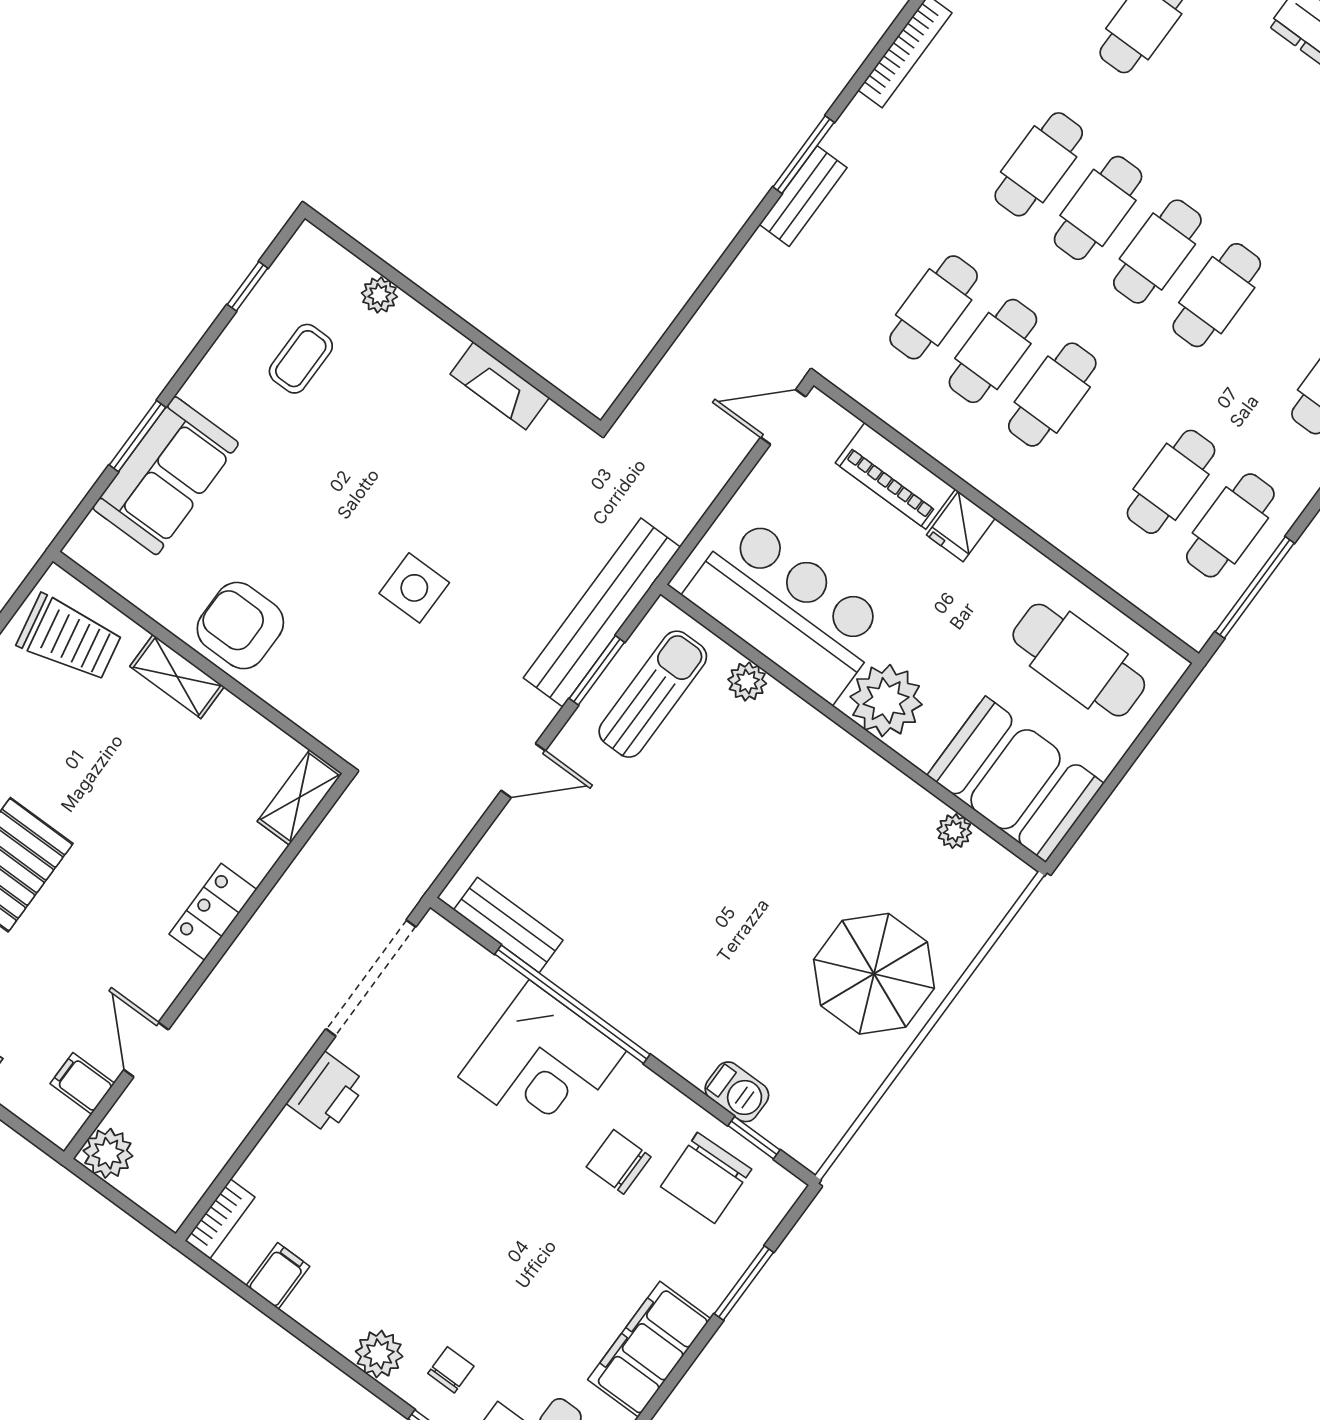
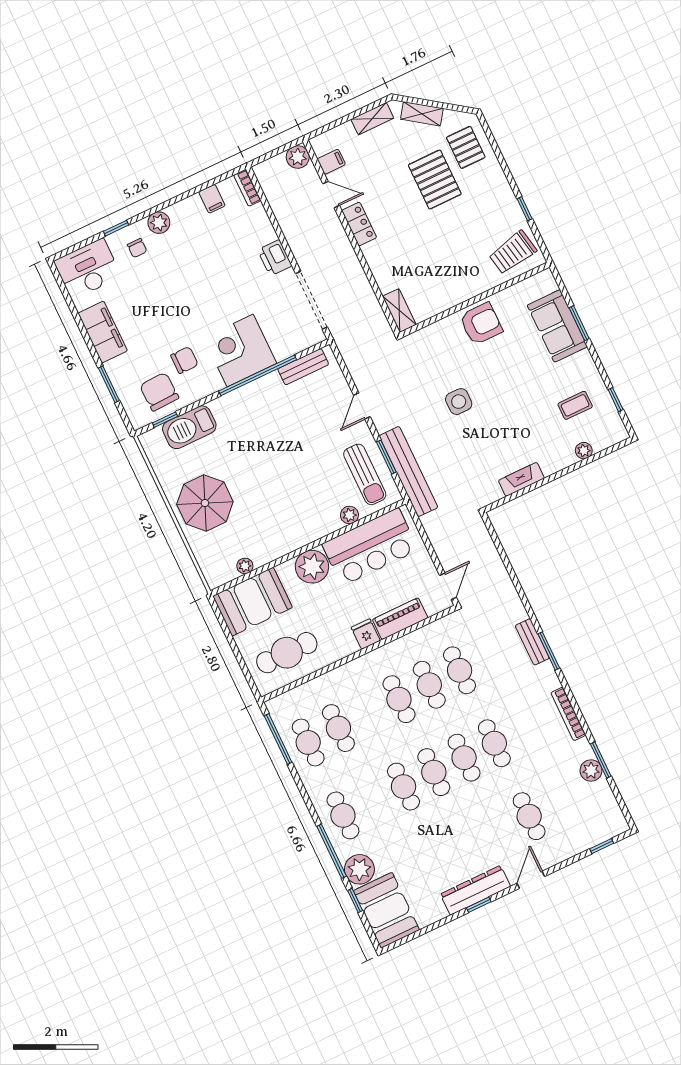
coffee table: (301, 359) -> (575, 405), turned 90
shelving: (177, 677) -> (474, 287), removed
locker: (213, 912) -> (359, 224), moved
barbecue: (737, 1092) -> (189, 427), width x1.88, depth x1.53

